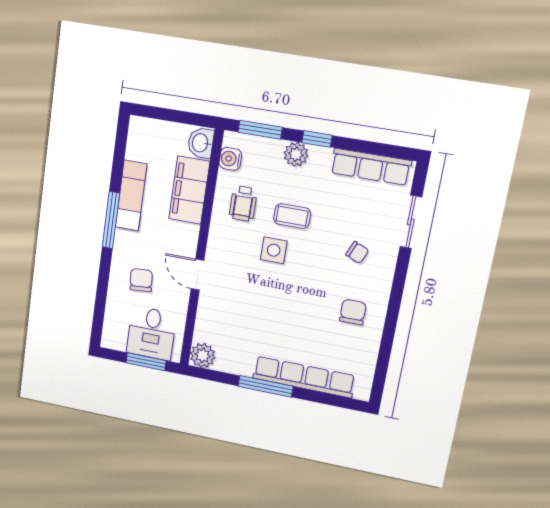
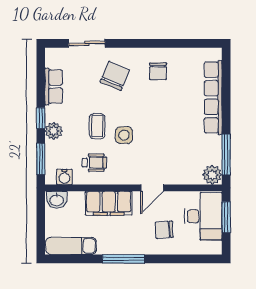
row of seats: (371, 167) -> (54, 87), width x0.68
filing cabinet: (189, 190) -> (109, 203), moved
exam couch: (131, 196) -> (71, 246), moved
chair: (357, 252) -> (115, 76), width x1.87, depth x1.87
chair: (353, 312) -> (158, 71), turned -90
desk: (151, 333) -> (203, 216), width x1.37
window: (265, 386) -> (226, 155), moved

